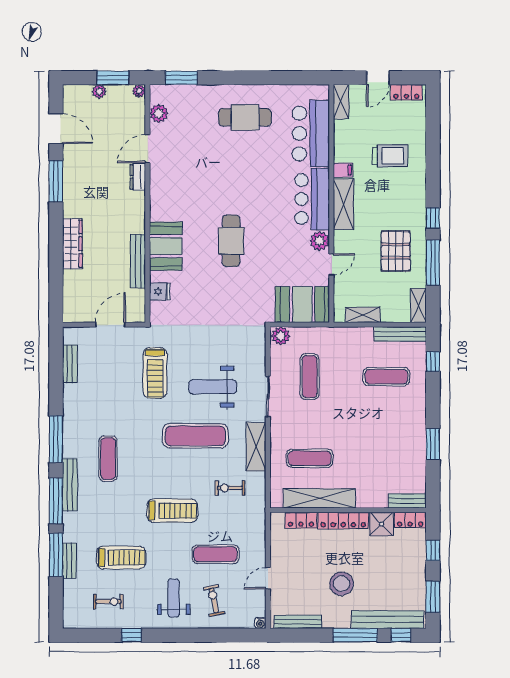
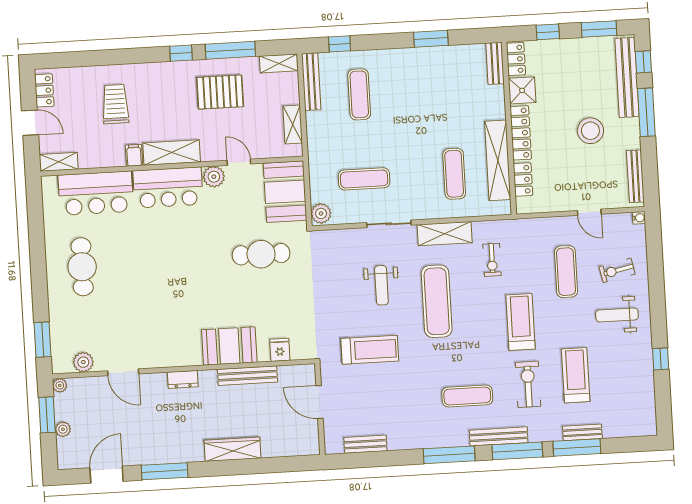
dresser: (138, 177) -> (183, 379), moved
cafe table: (231, 241) -> (261, 254), moved
weight bench: (213, 387) -> (381, 285), width x0.73, depth x0.75
exercise bike: (108, 602) -> (528, 384), moved, width x1.38, depth x1.39

